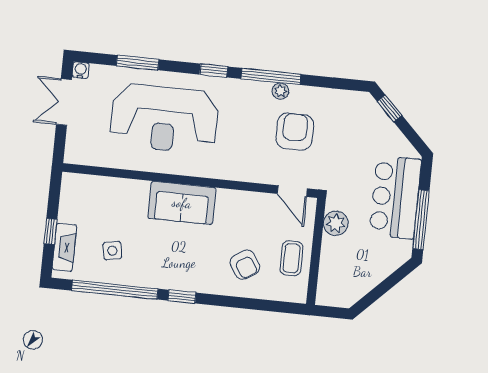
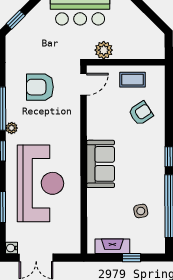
plant: (280, 91) -> (12, 128), moved
fireplace: (64, 247) -> (112, 246), moved

